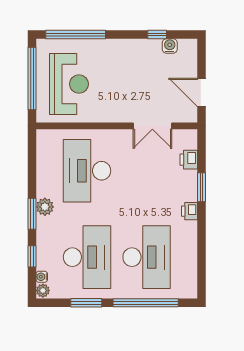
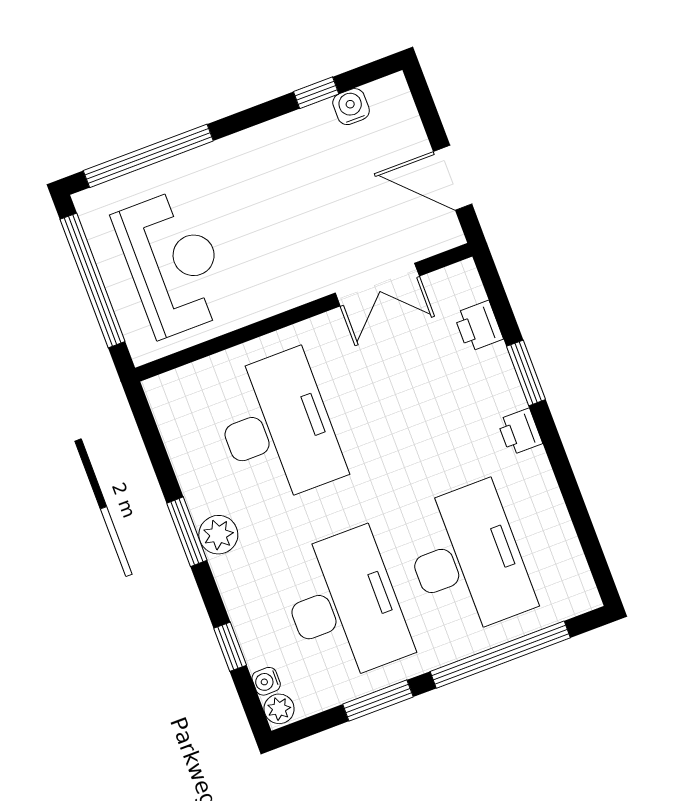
desk: (87, 171) -> (277, 428), turned 180
window: (32, 214) -> (187, 532), moved

